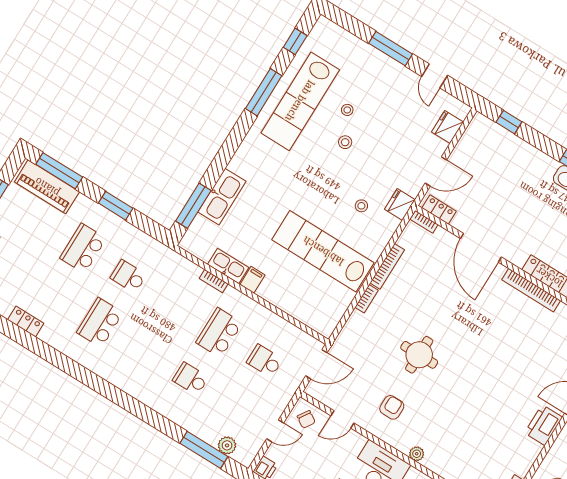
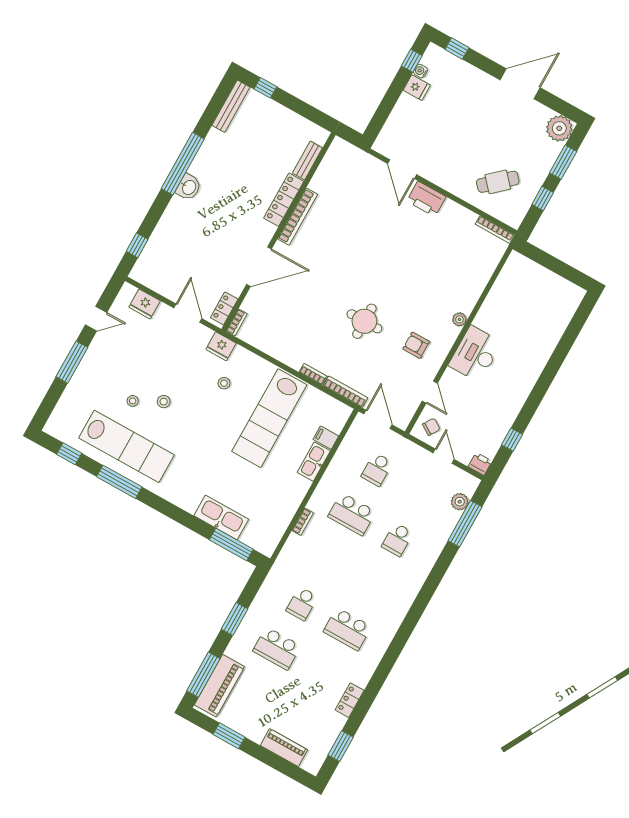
kitchen sink: (228, 266) -> (314, 462), moved
bookcase: (387, 266) -> (345, 392), moved
filing cabinet: (252, 280) -> (326, 438), moved

